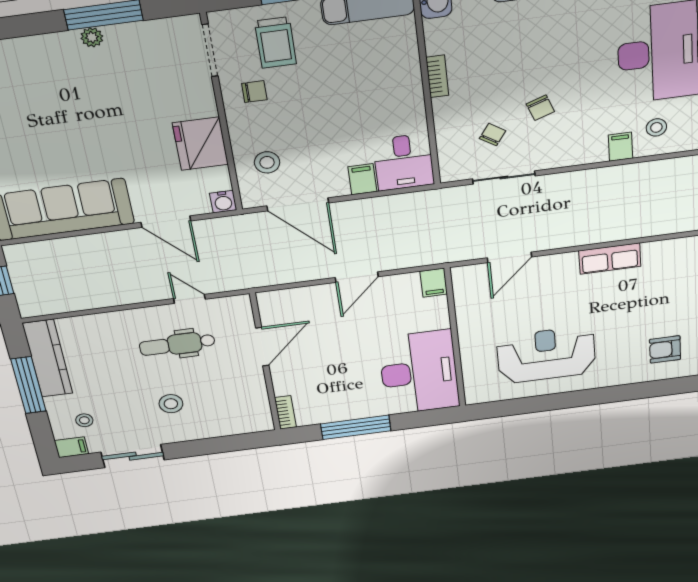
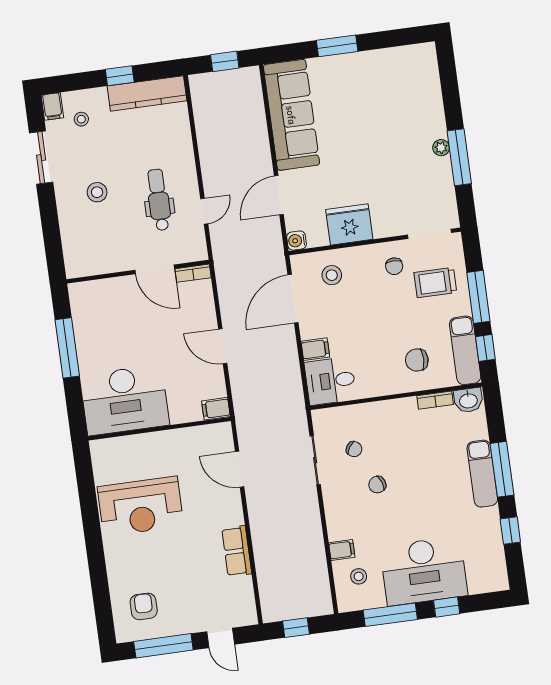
chair: (379, 64) -> (417, 360), added
bookcase: (437, 76) -> (435, 400), moved
reception desk: (546, 355) -> (141, 506), turned 90
window: (28, 385) -> (120, 76), width x0.46
bookcase: (285, 412) -> (193, 273), moved

